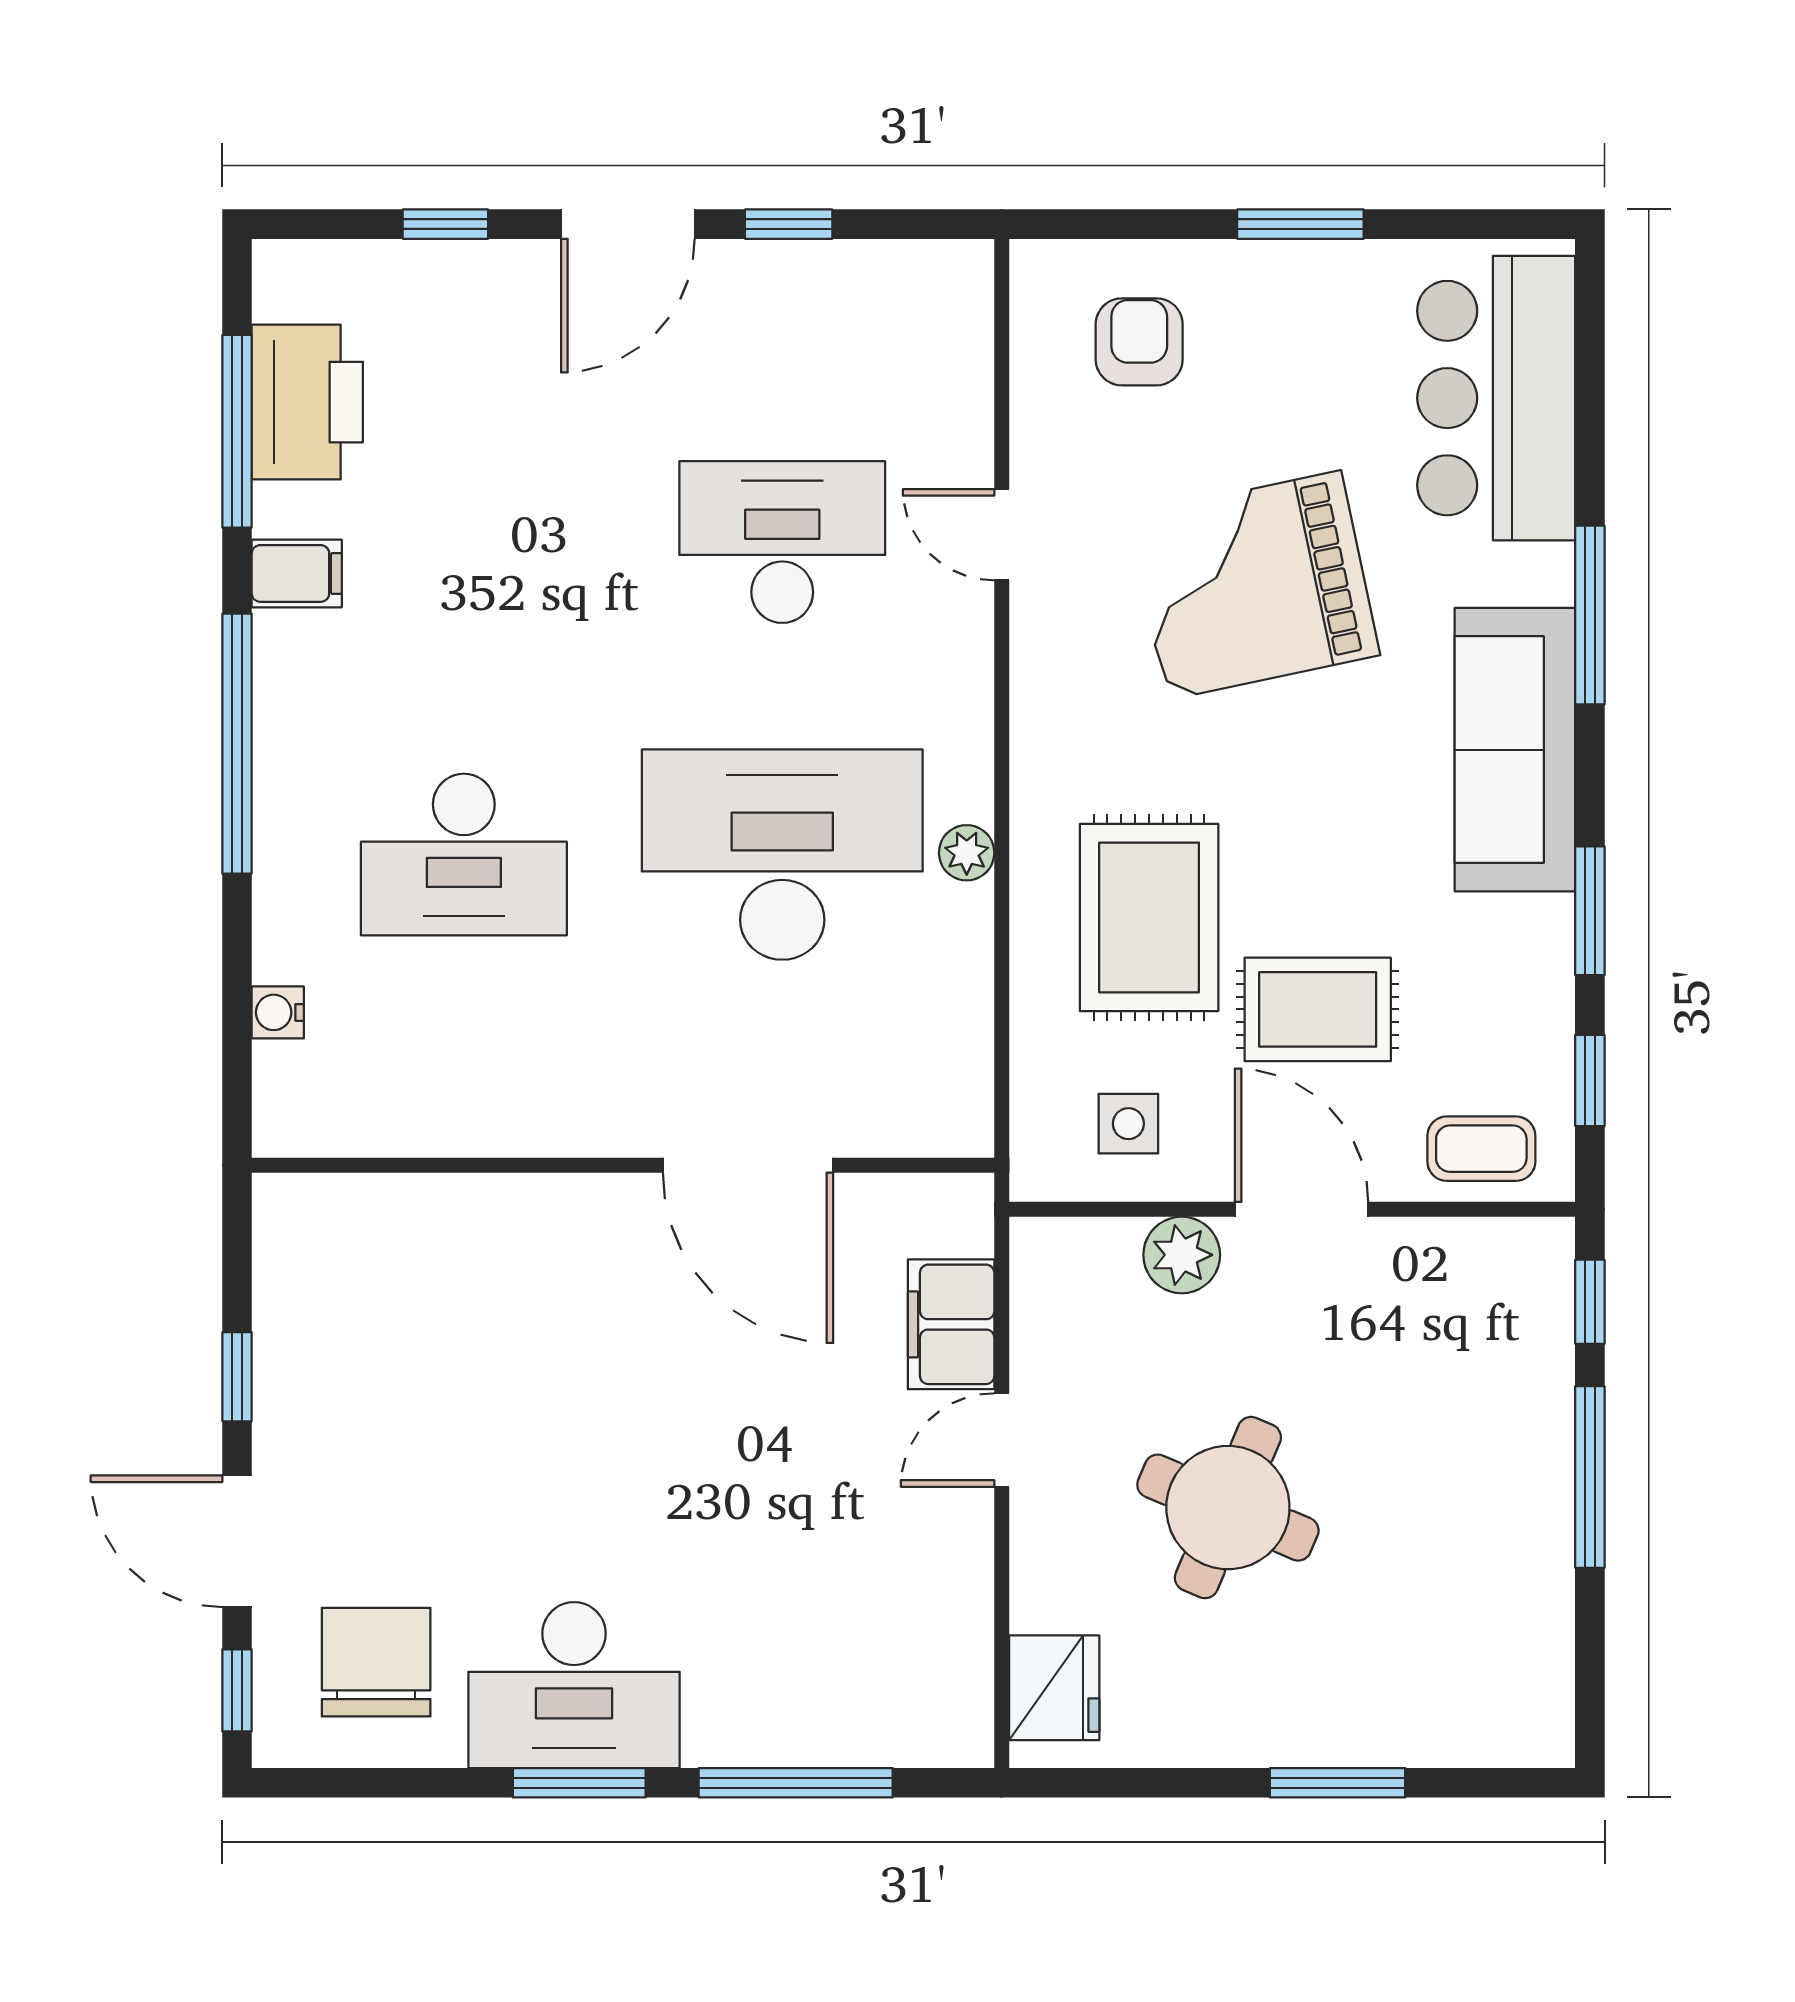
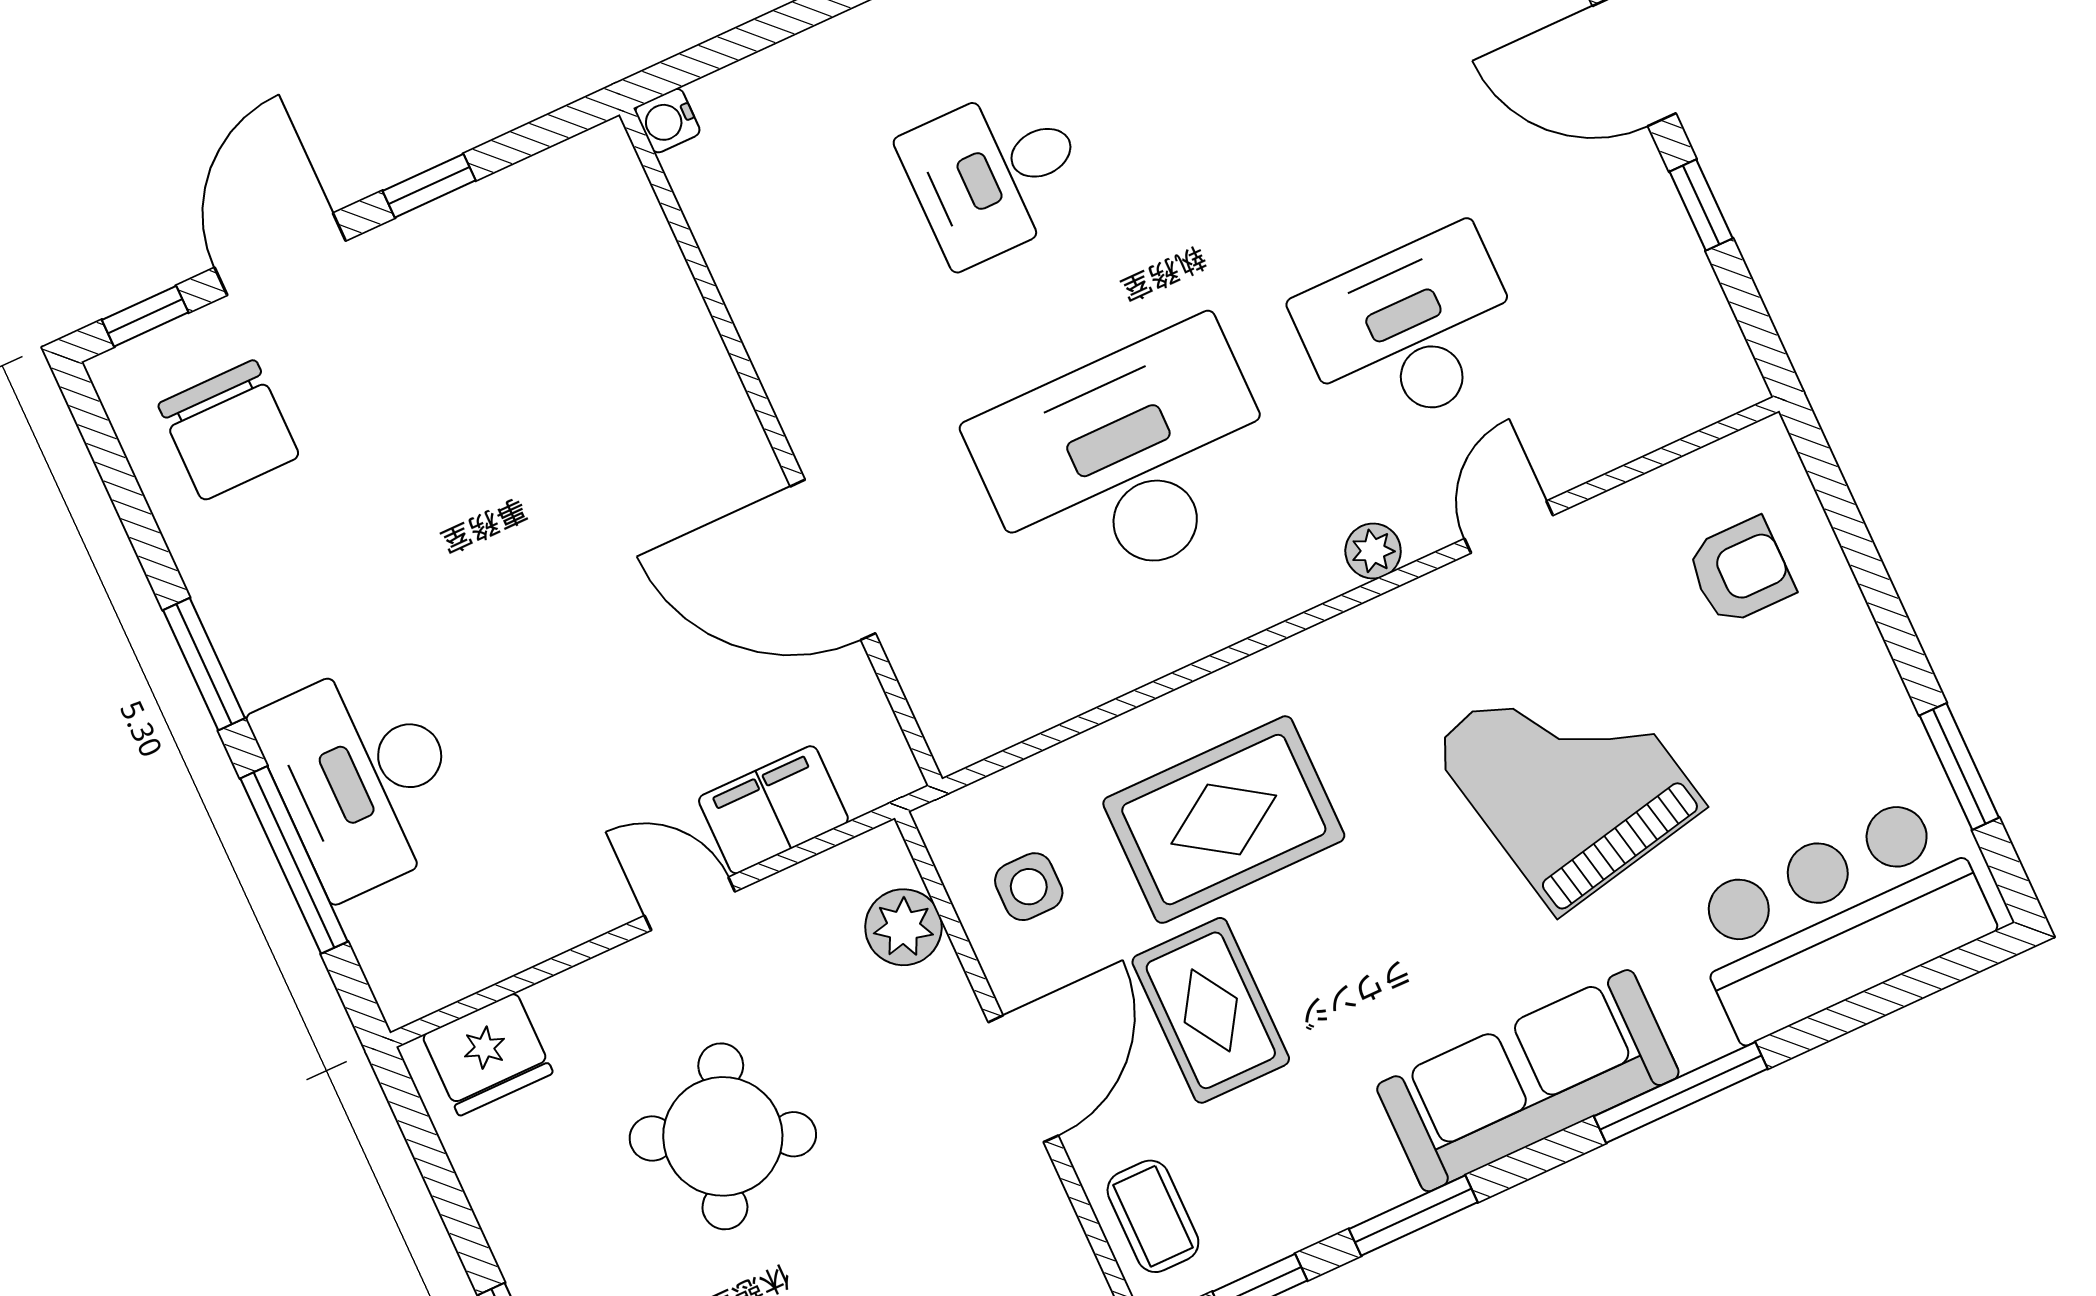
window: (1300, 224) -> (1959, 767), moved
desk: (782, 542) -> (1411, 332), turned -90
plant: (967, 853) -> (1373, 551), moved
desk: (464, 855) -> (996, 174), width x0.73
desk: (782, 855) -> (1128, 462), turned -90
water cooler: (278, 1012) -> (667, 121), moved, turned -90
door: (748, 1165) -> (833, 560), hinge flipped
plant: (1182, 1255) -> (903, 927), moved
chair: (376, 1662) -> (229, 430), turned 90
desk: (574, 1685) -> (363, 777), moved

